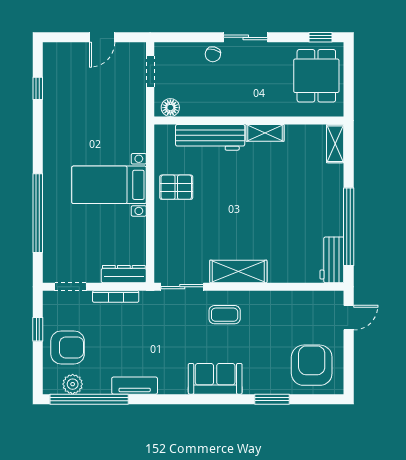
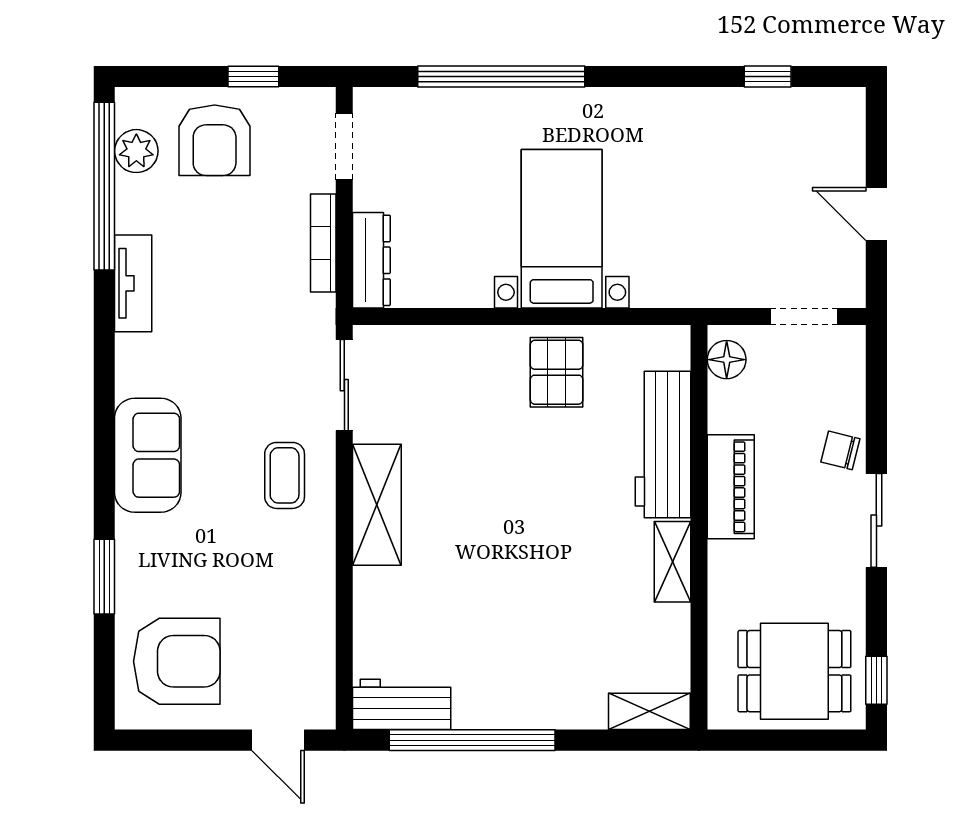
piano: (230, 106) -> (731, 487), added

